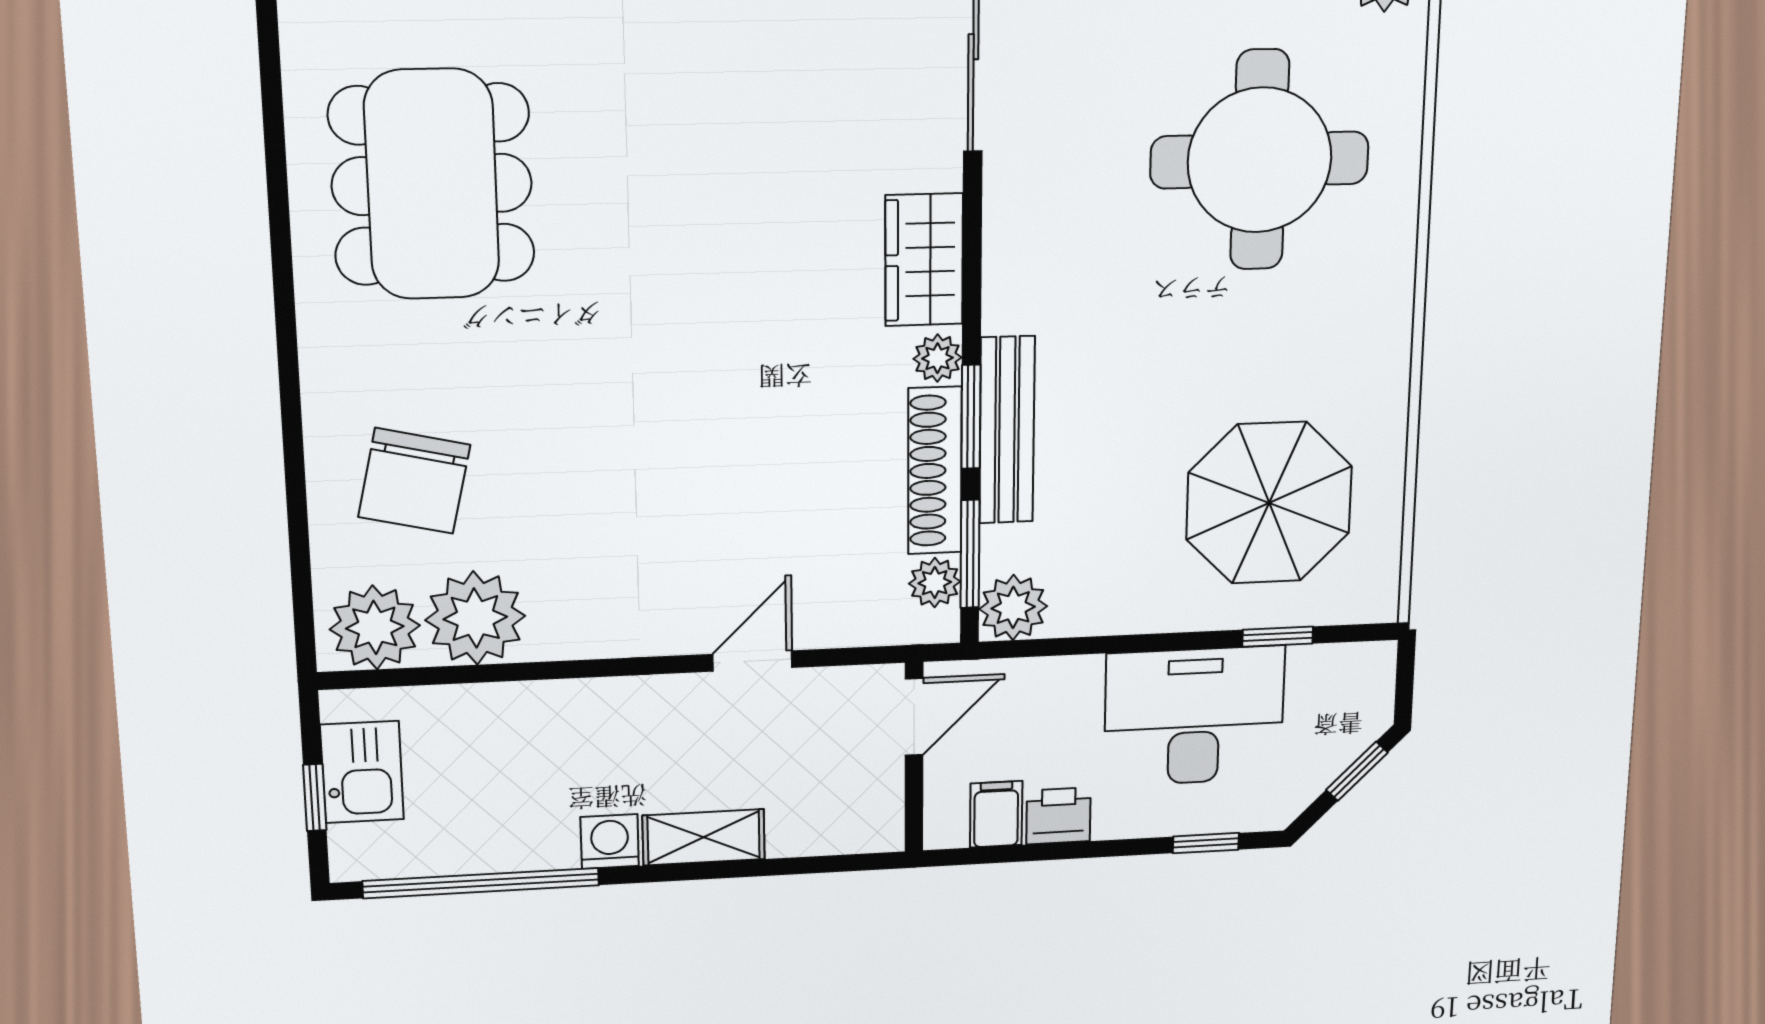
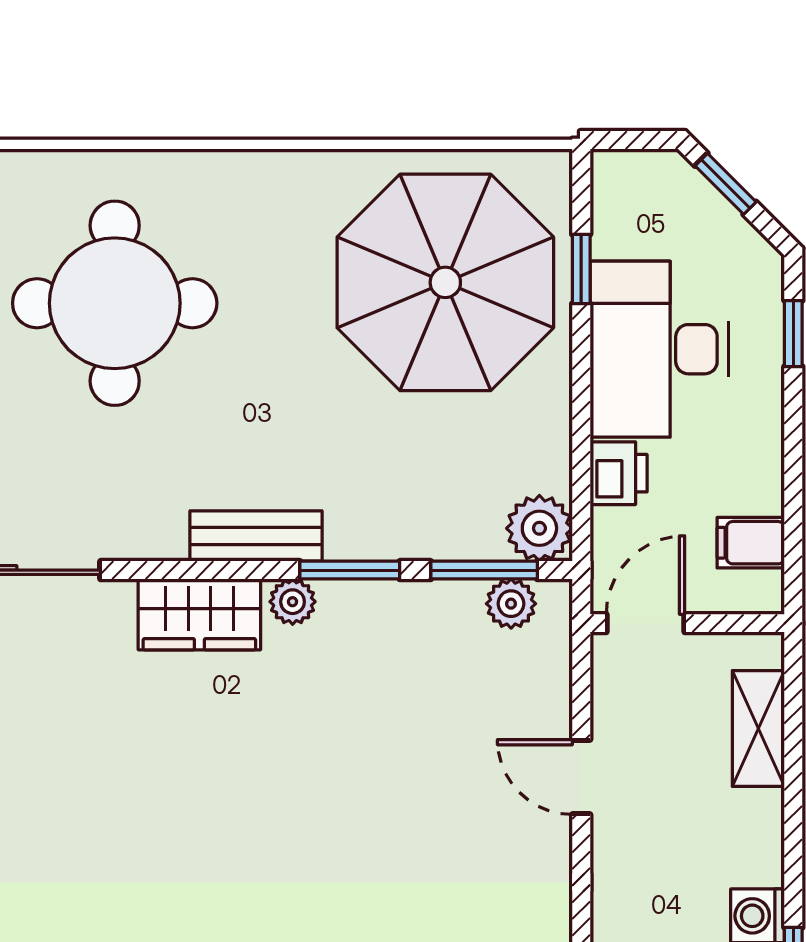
bench: (1007, 430) -> (256, 536), moved, width x0.73
shoe rack: (935, 471) -> (401, 604), removed
parasol: (1269, 503) -> (445, 282), width x1.36, depth x1.36
door: (914, 717) -> (646, 623), hinge flipped
printer: (1058, 816) -> (619, 473), moved, turned 180
shelving: (704, 837) -> (758, 729), moved

